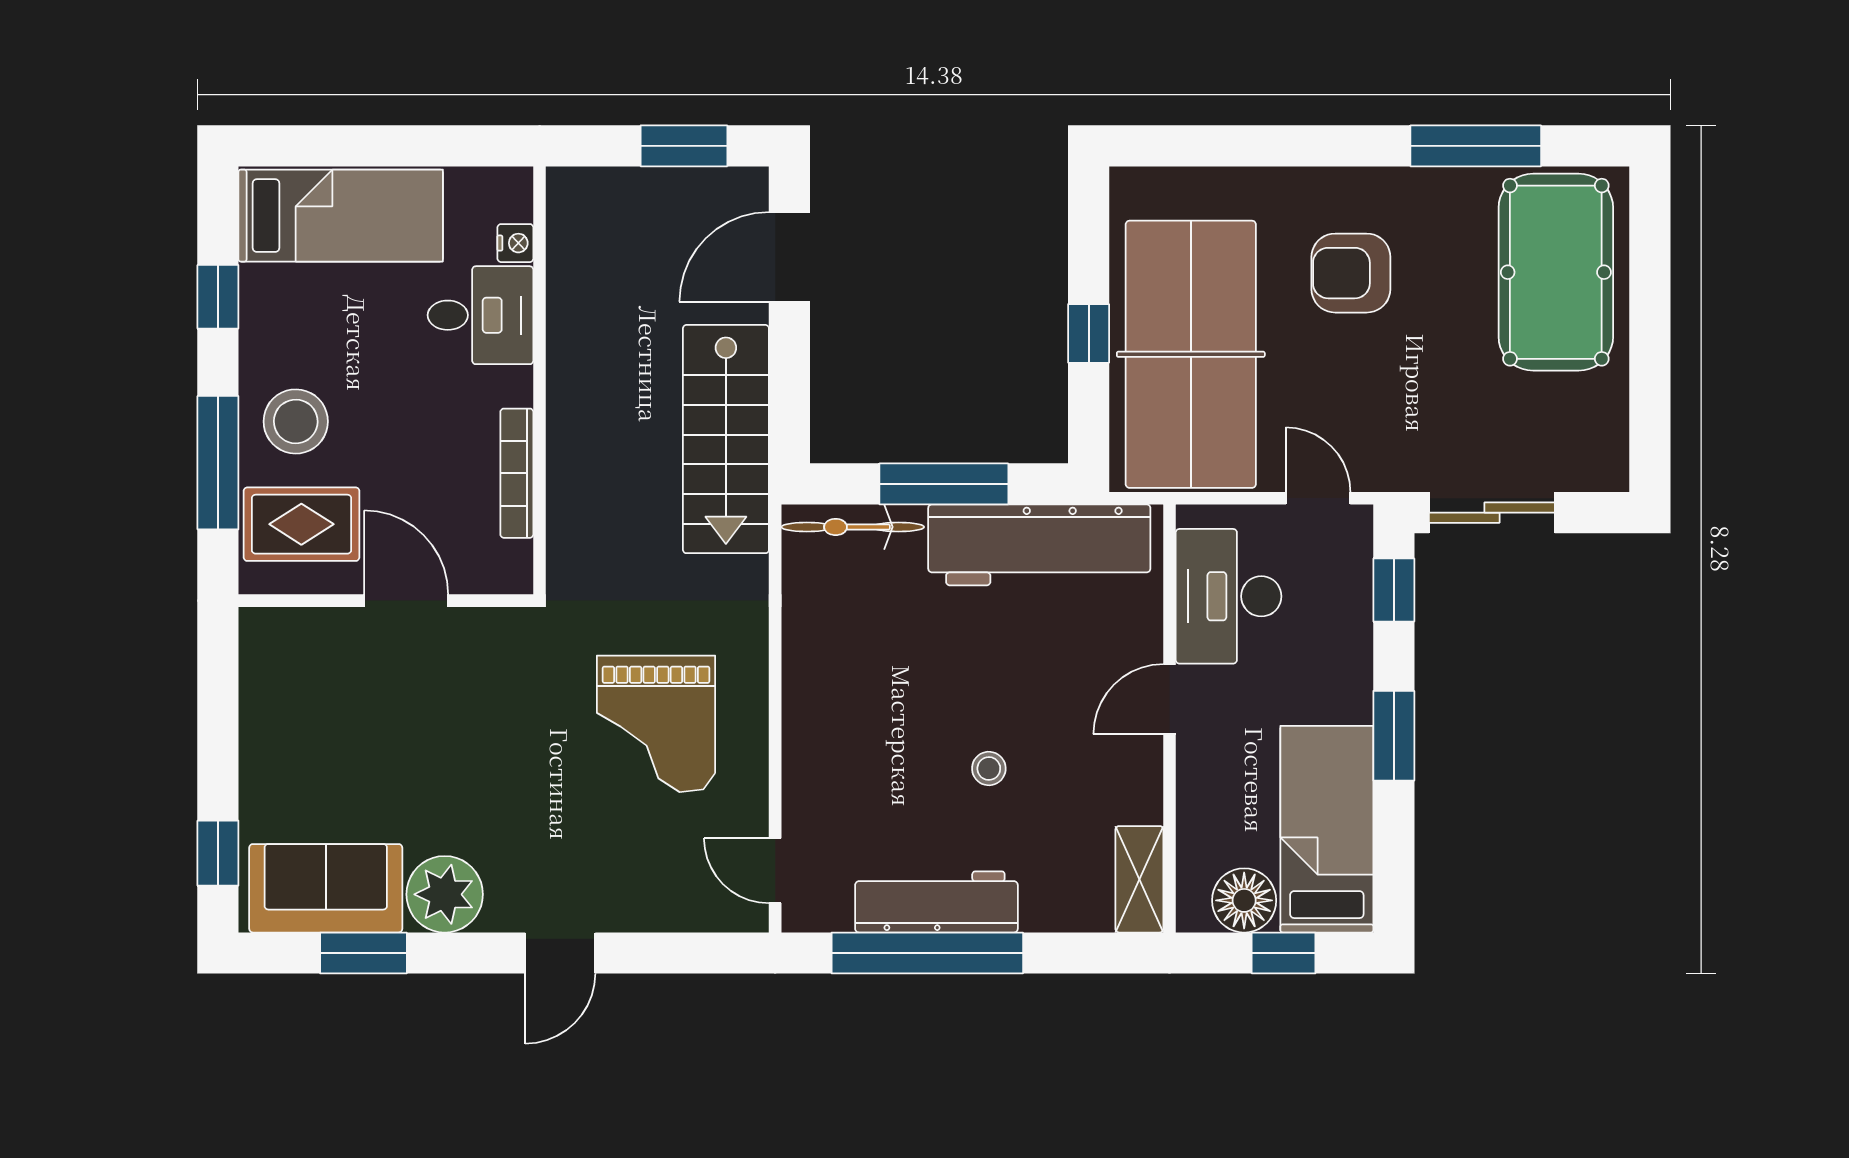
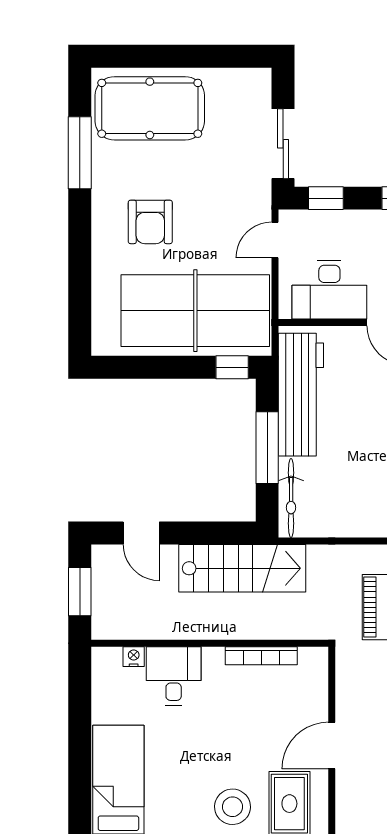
nightstand: (515, 243) -> (134, 657), moved
door: (789, 257) -> (141, 533), width x0.73
desk: (481, 315) -> (174, 676), moved
window: (1089, 333) -> (232, 367), moved
wall: (540, 380) -> (210, 643), moved
bookcase: (517, 473) -> (261, 656), moved

